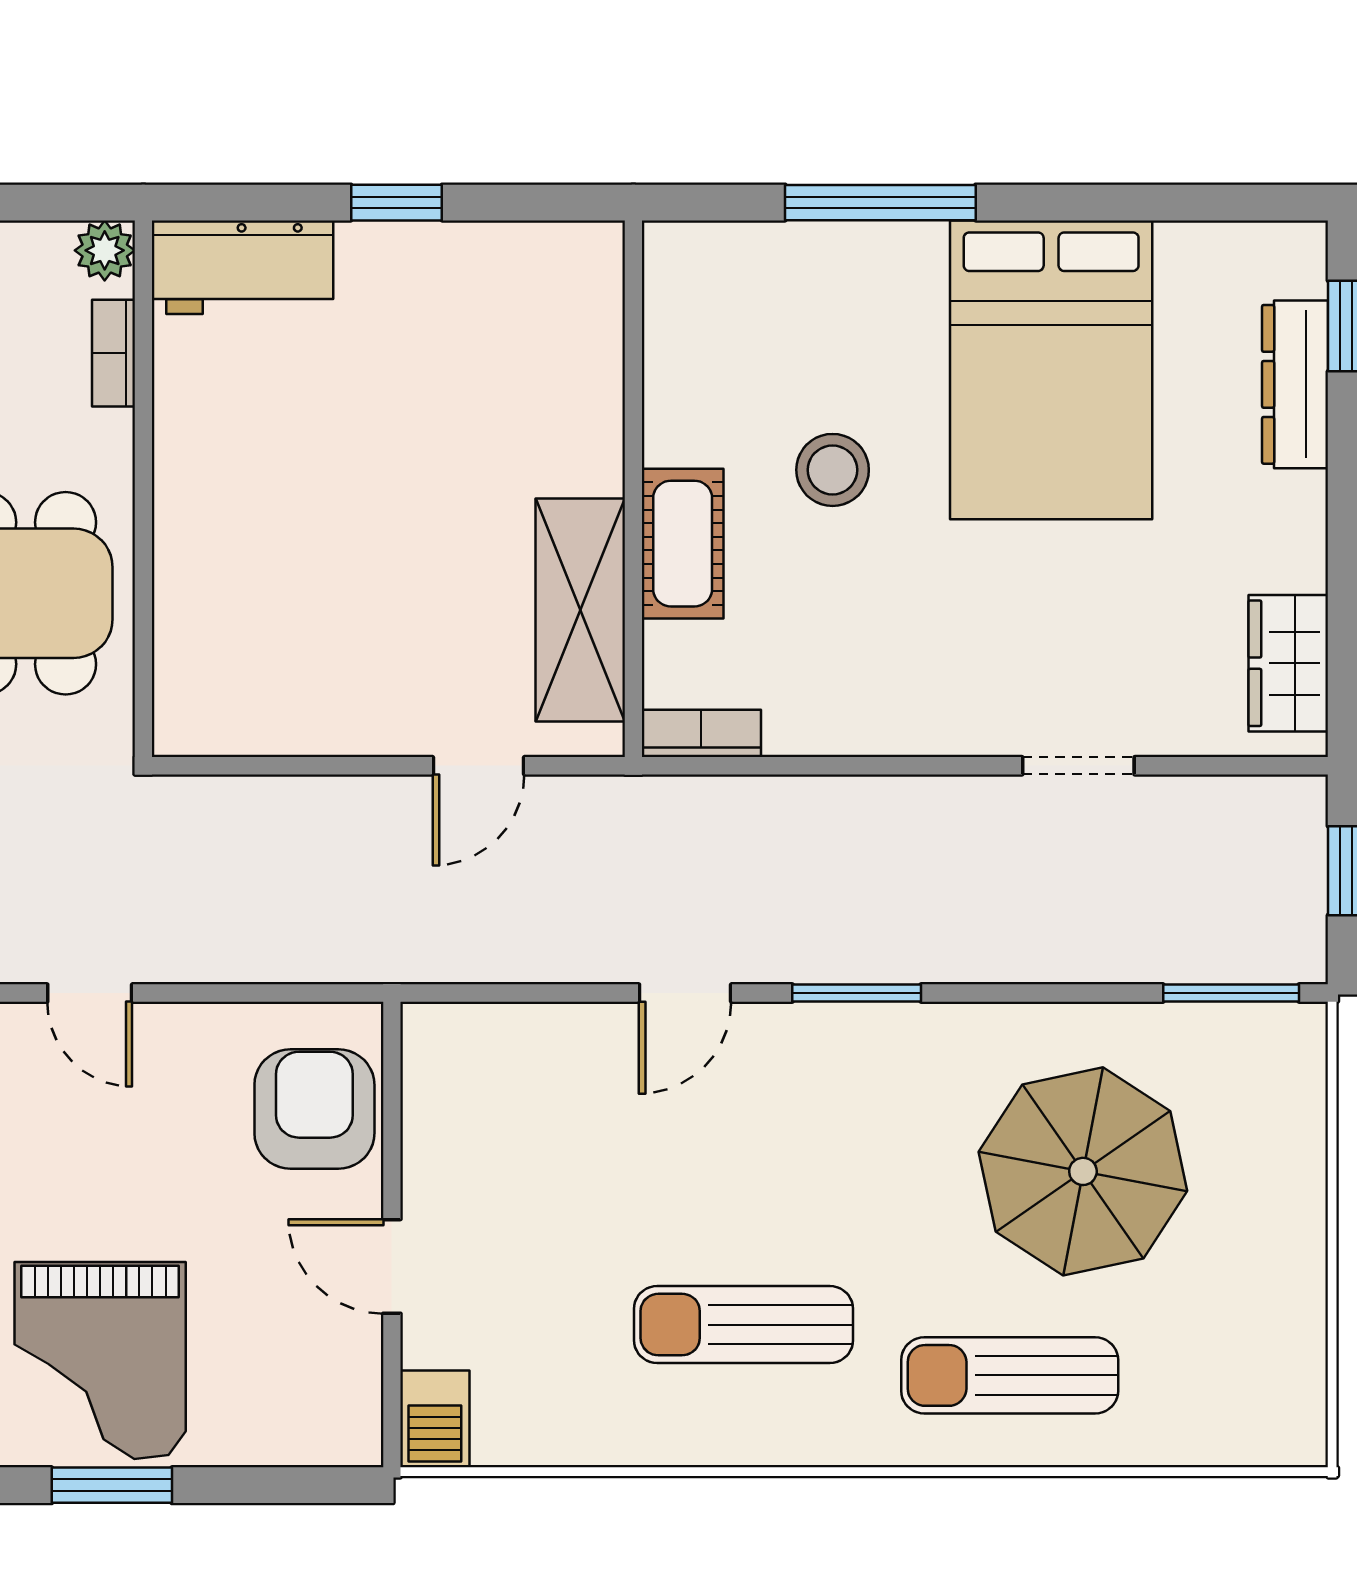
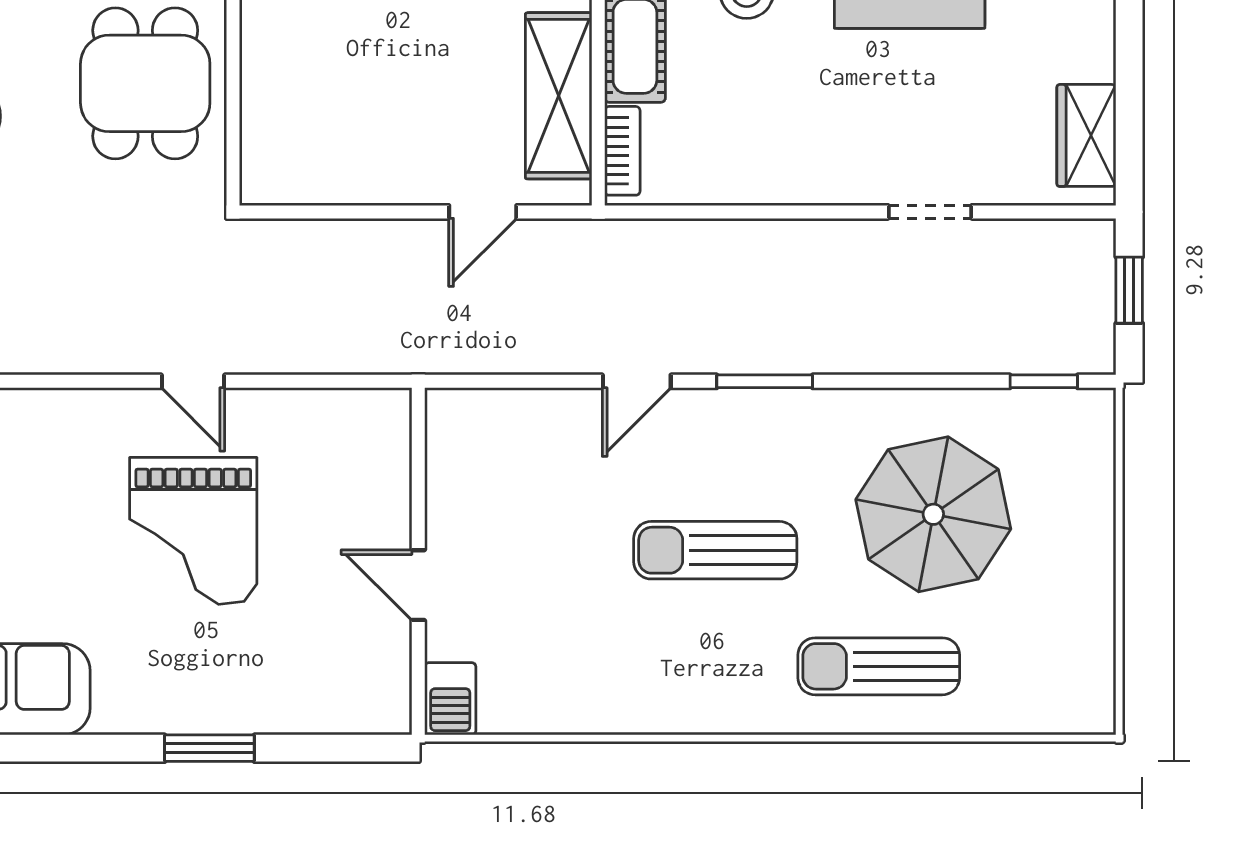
bookcase: (701, 733) -> (622, 151), moved, turned 90
window: (1231, 993) -> (1044, 381), width x0.67
armchair: (314, 1109) -> (360, 468), removed
sun lounger: (743, 1325) -> (715, 550), moved
grand piano: (100, 1360) -> (193, 531), moved

